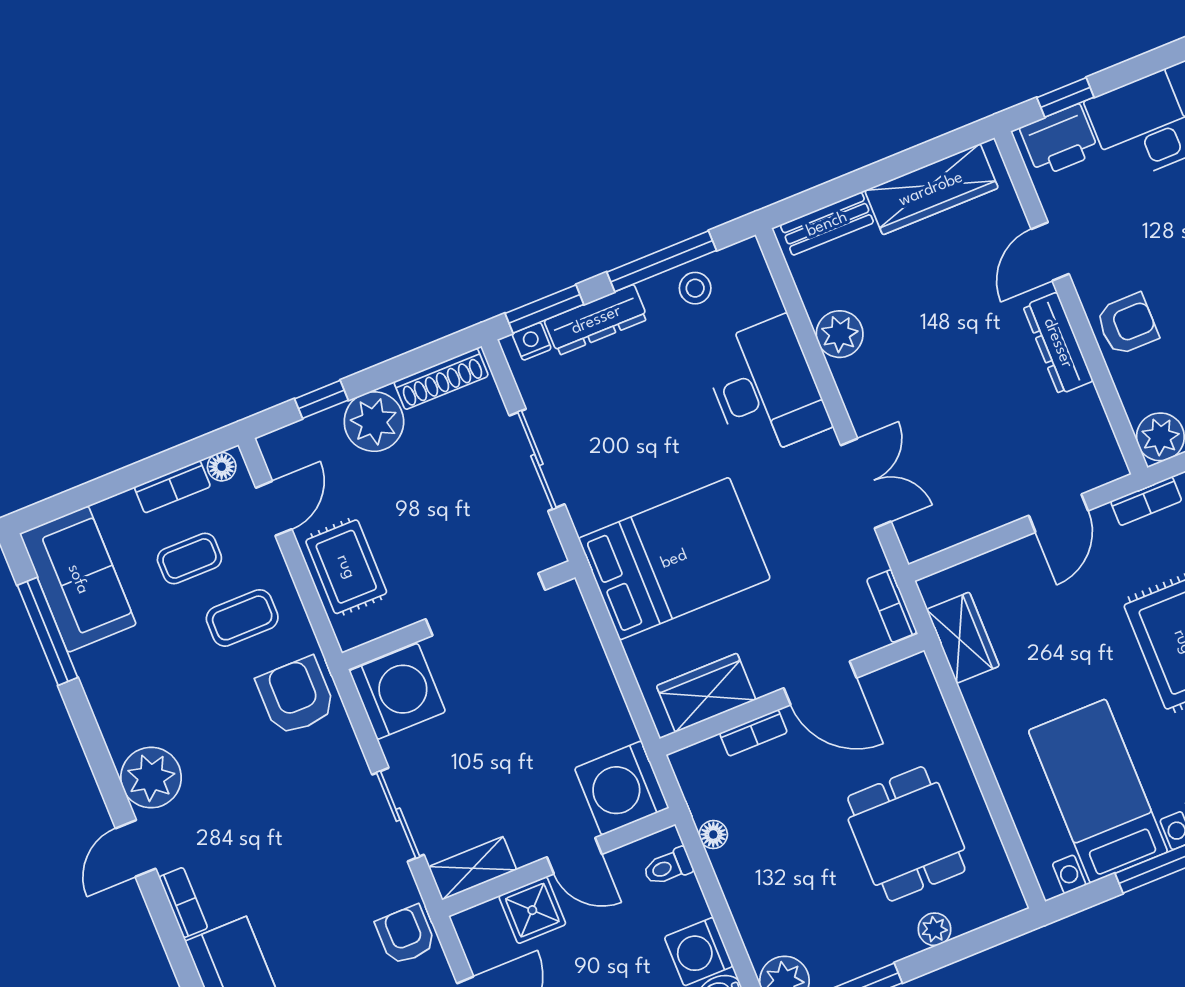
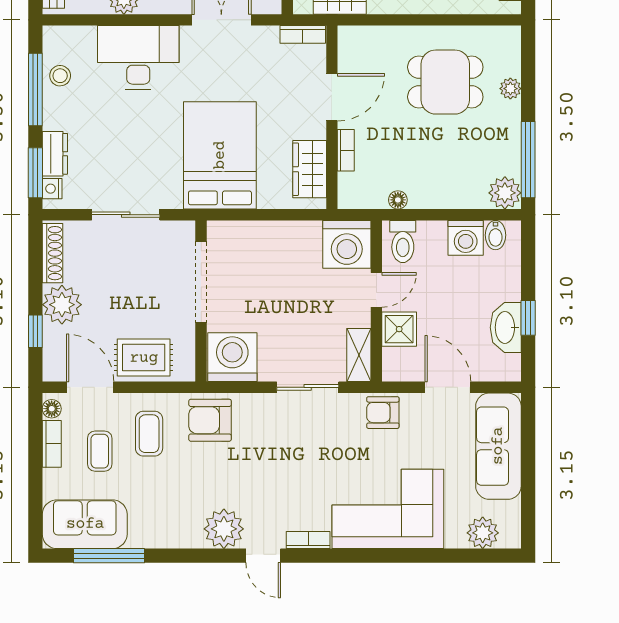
dresser: (596, 320) -> (55, 154), width x0.70
door: (274, 508) -> (90, 387), width x1.38
toilet: (668, 867) -> (403, 241), width x1.37, depth x1.39

